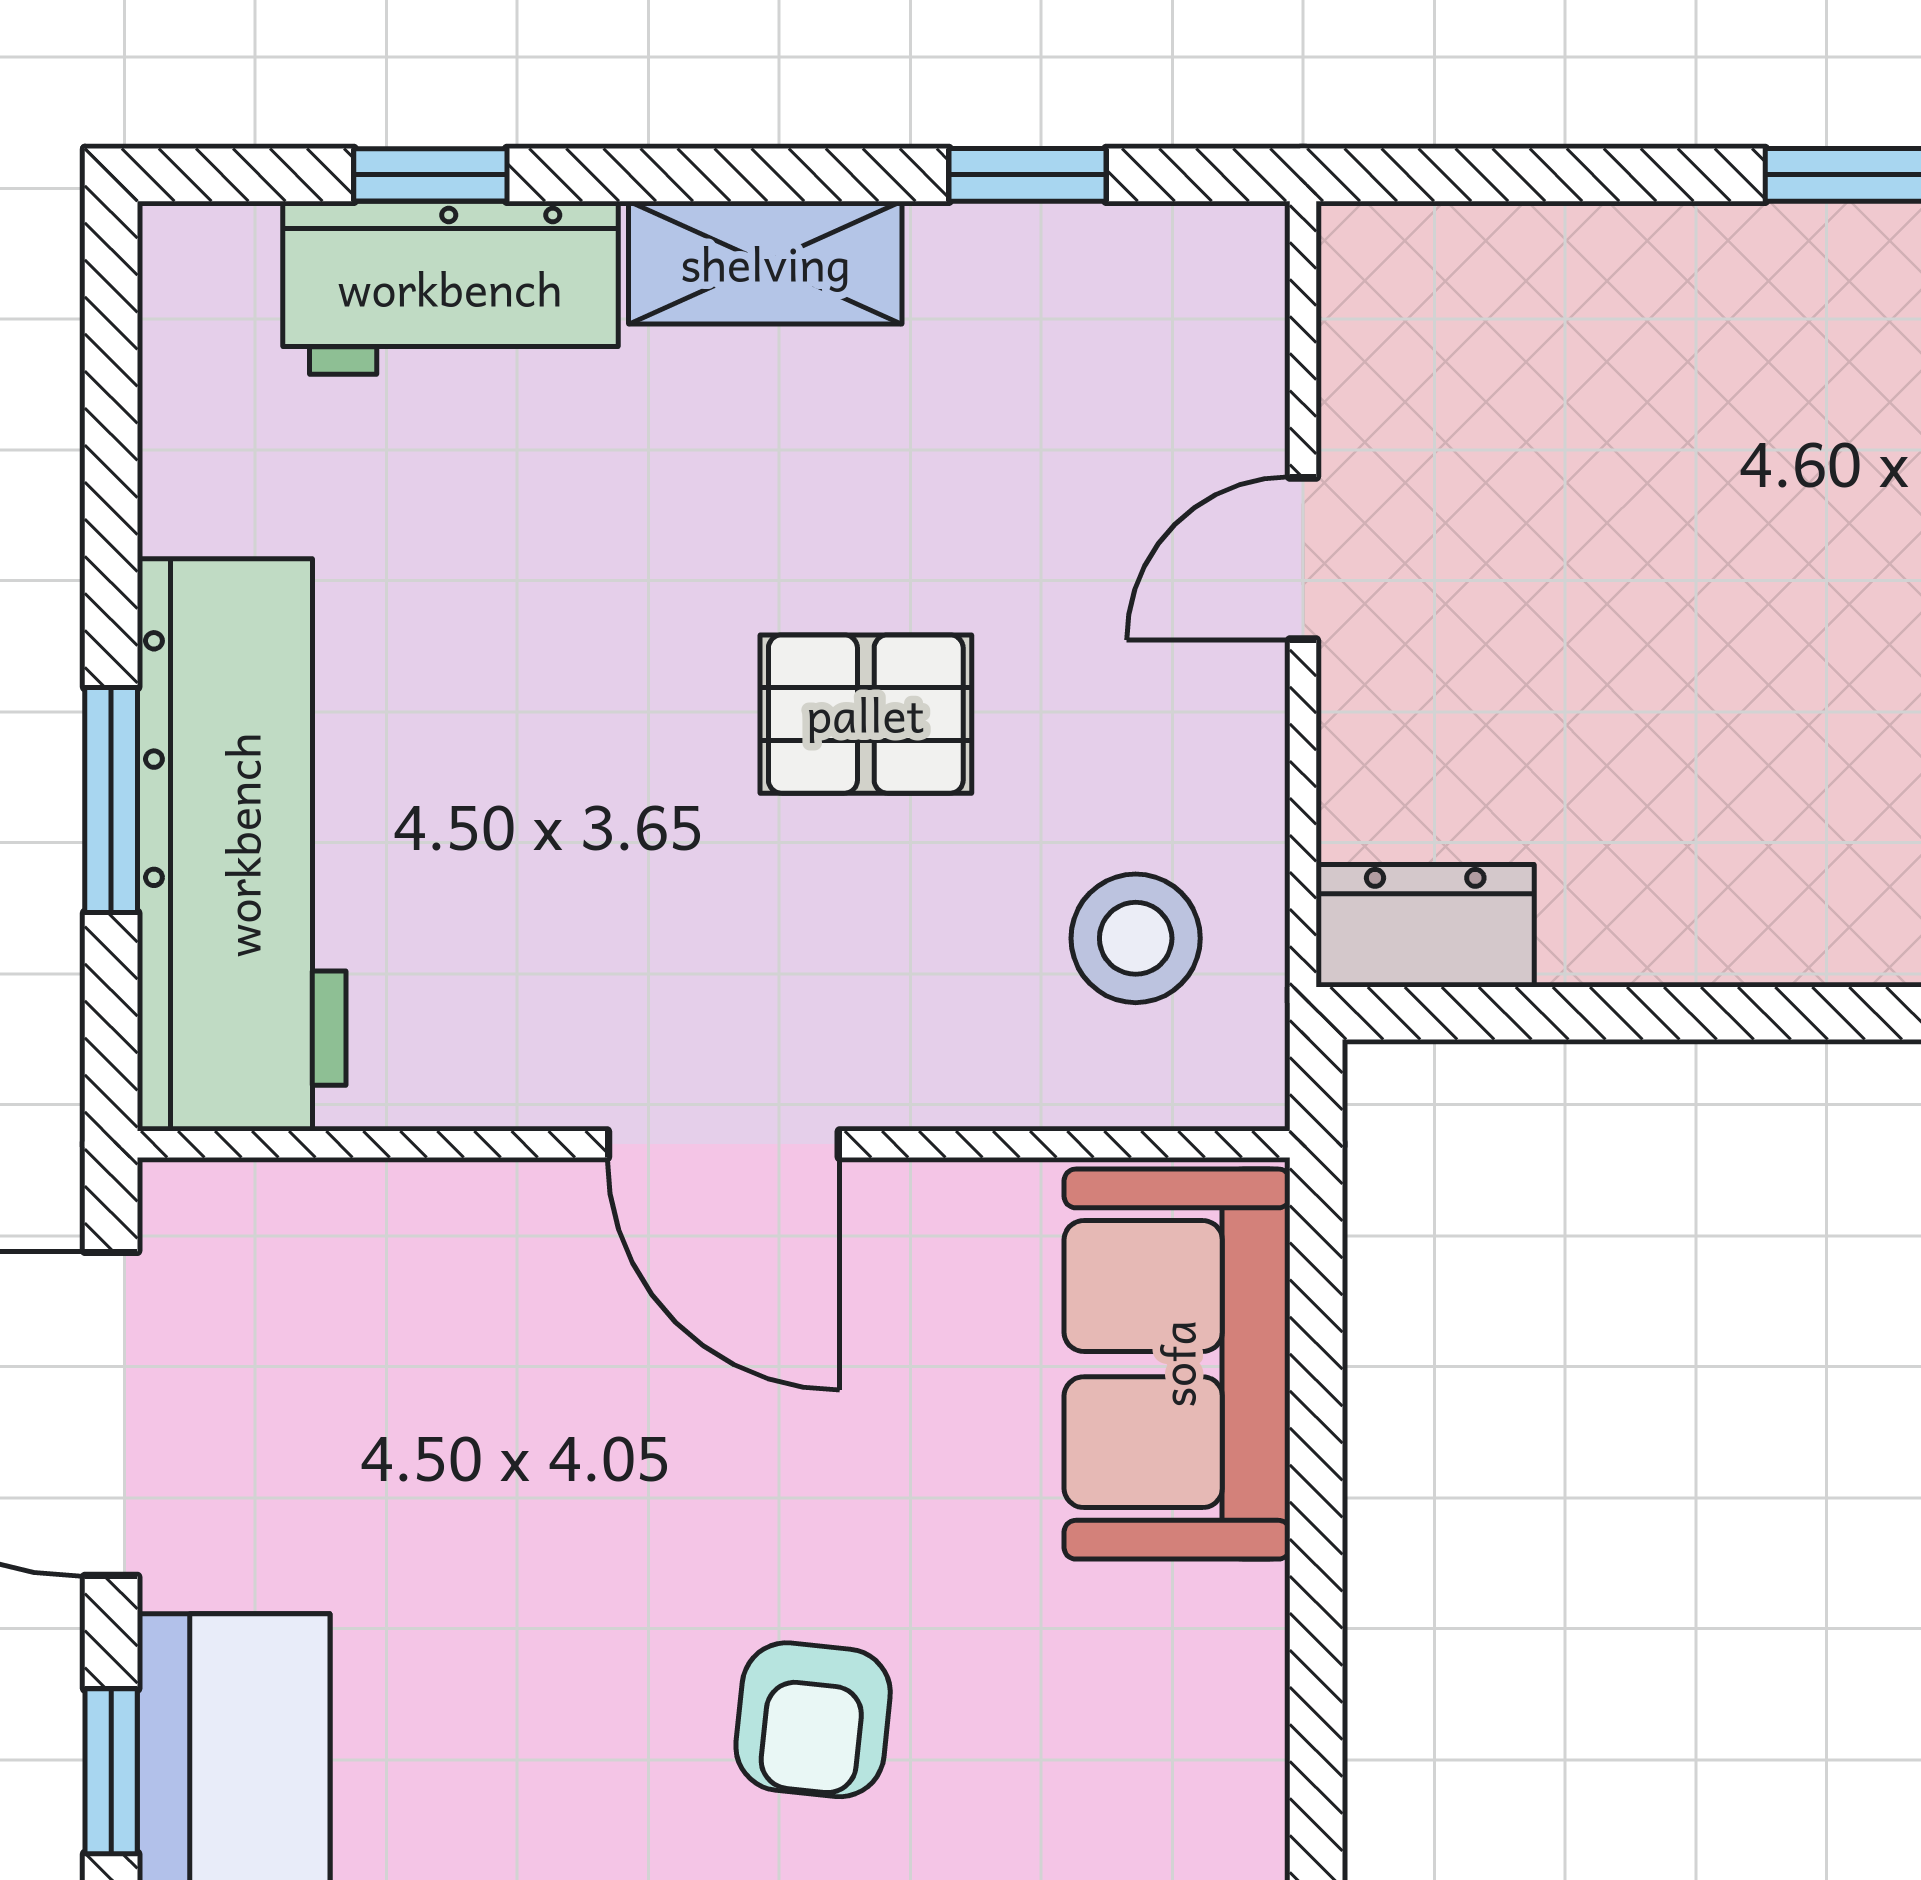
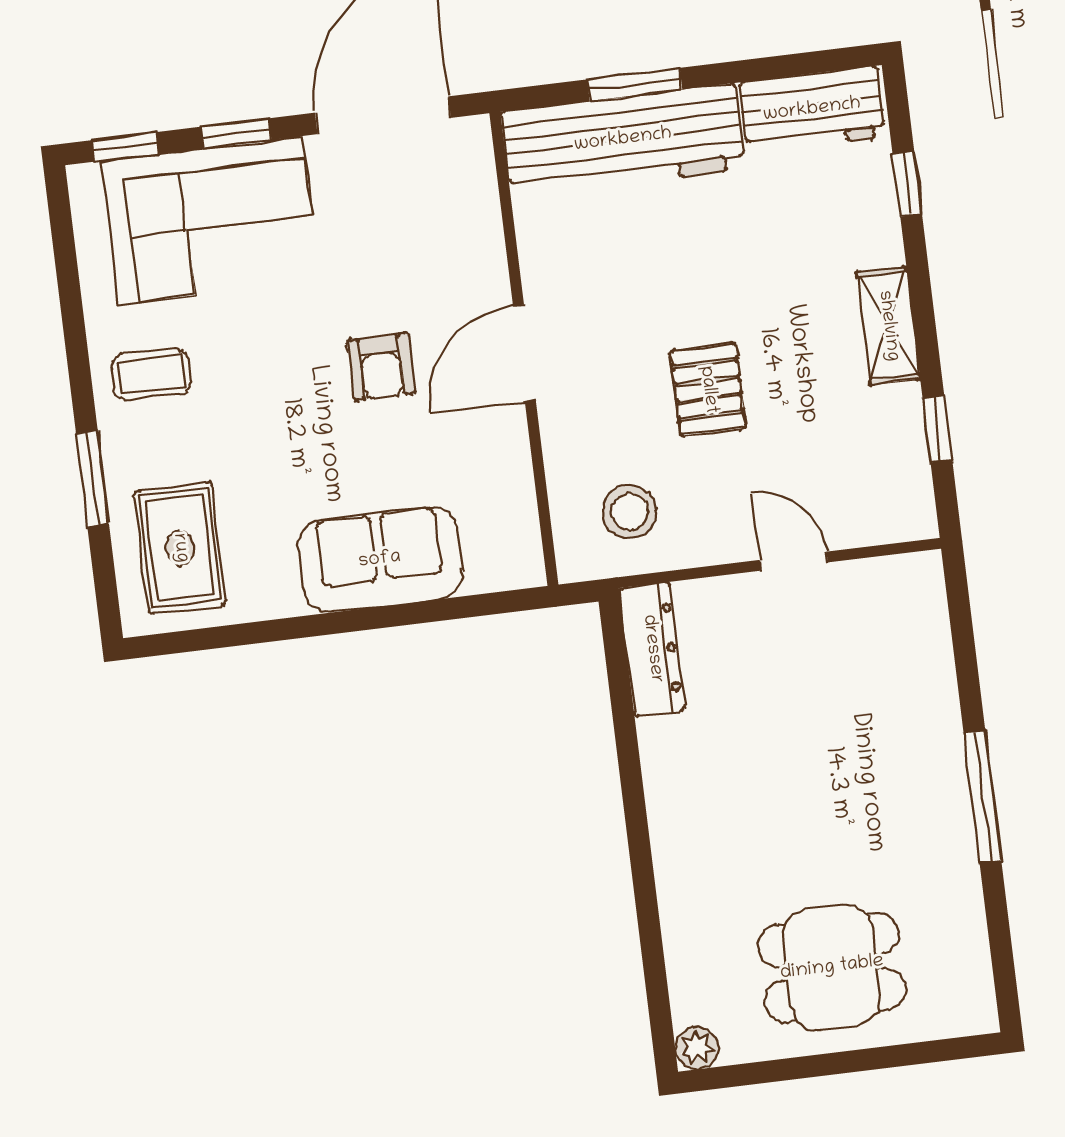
workbench: (450, 288) -> (812, 110), moved, turned -90
dresser: (1425, 926) -> (652, 649), width x1.44
sofa: (1177, 1364) -> (380, 560), moved
armchair: (813, 1720) -> (381, 367), moved, turned -96

